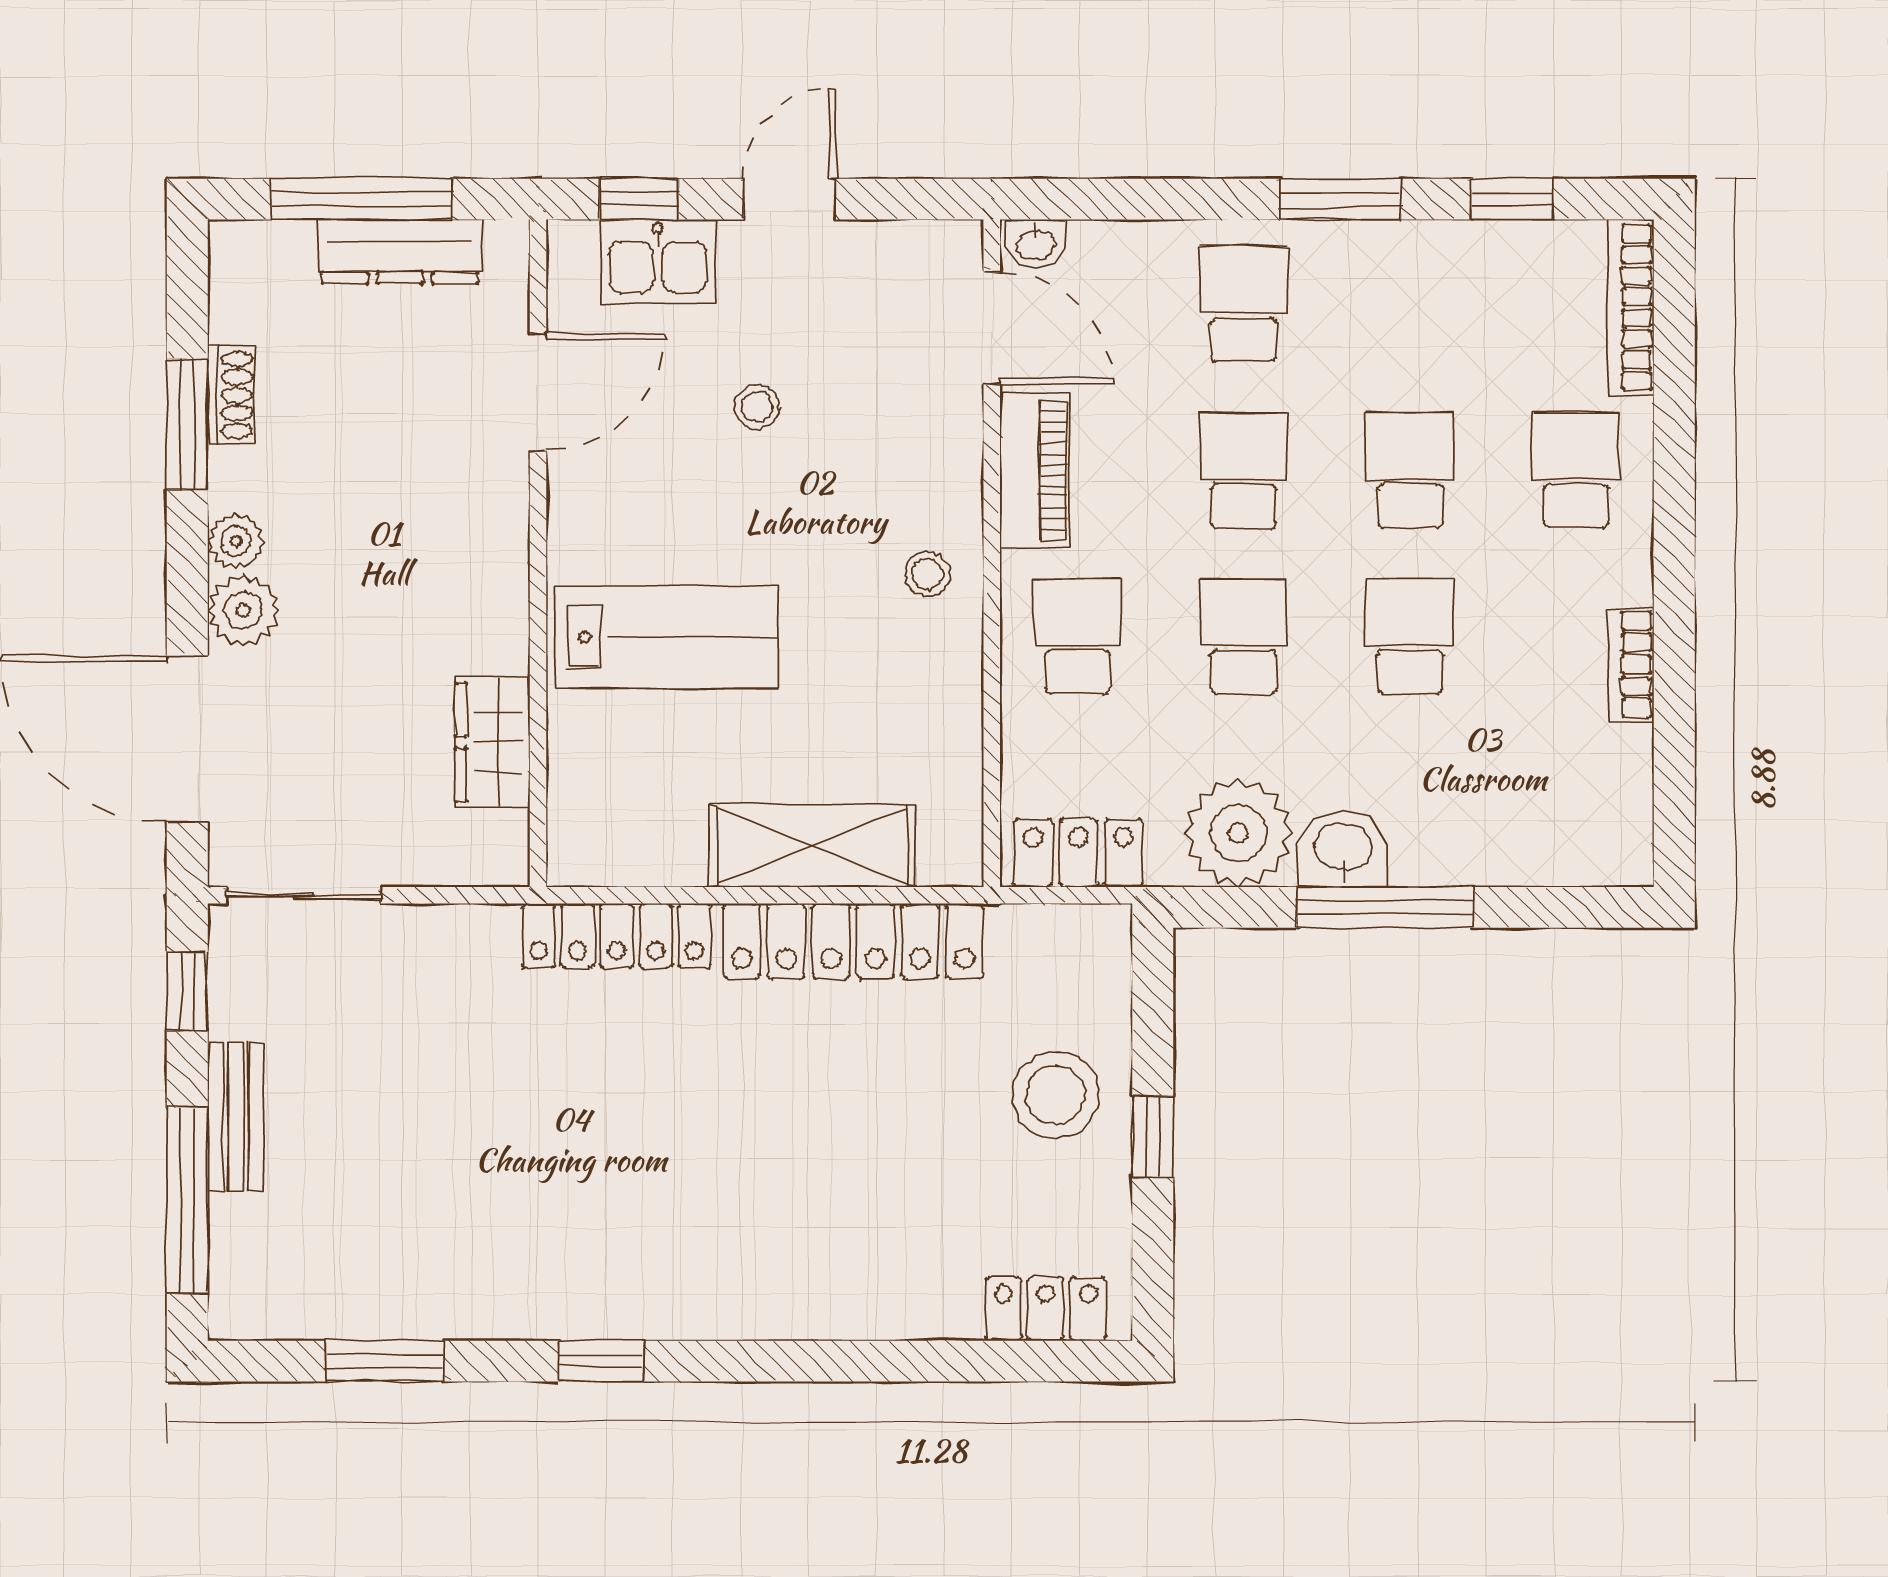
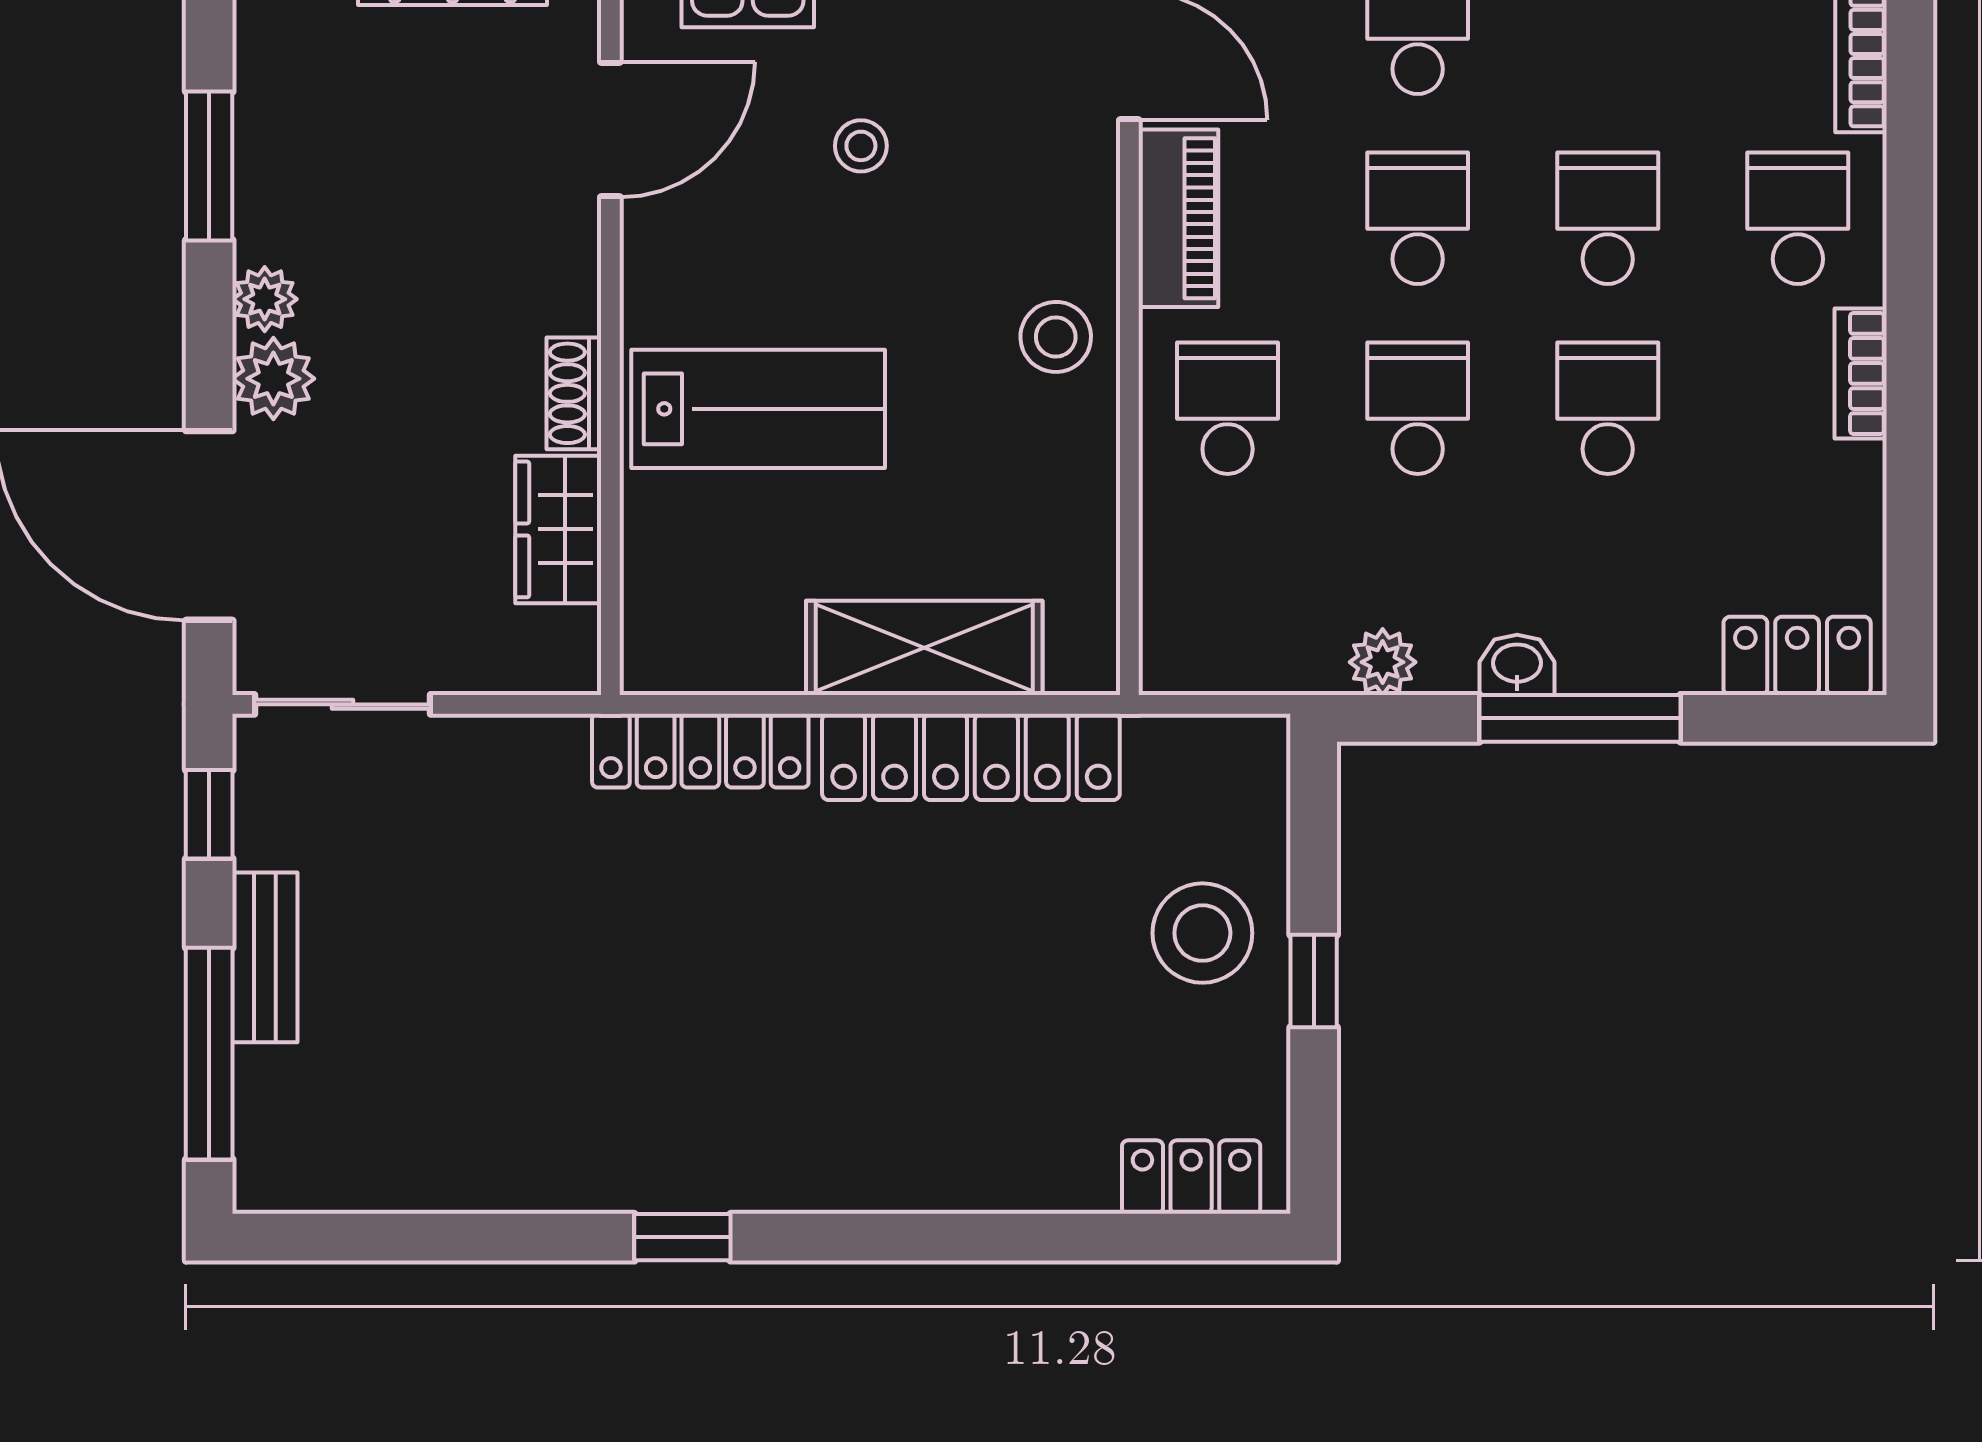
shoe rack: (231, 395) -> (574, 393), moved, turned 180
stool: (927, 574) -> (1056, 337), width x1.37, depth x1.37
bookcase: (1631, 664) -> (1861, 373), moved
plant: (1238, 833) -> (1383, 662), width x0.53, depth x0.53
washbasin: (1343, 849) -> (1517, 665), width x0.72, depth x0.69
locker: (1078, 853) -> (1797, 656), moved
window: (385, 1361) -> (435, 1237), removed

